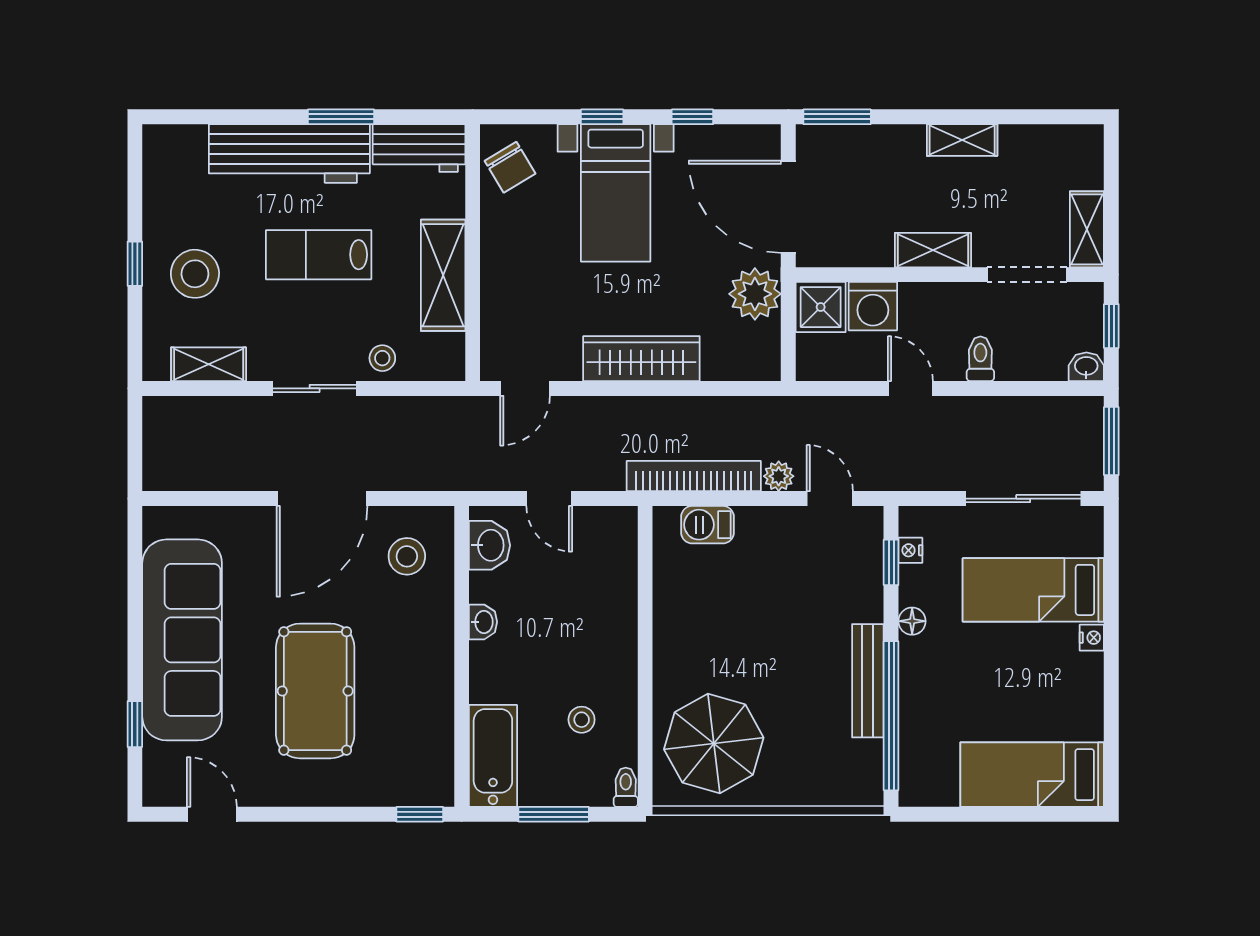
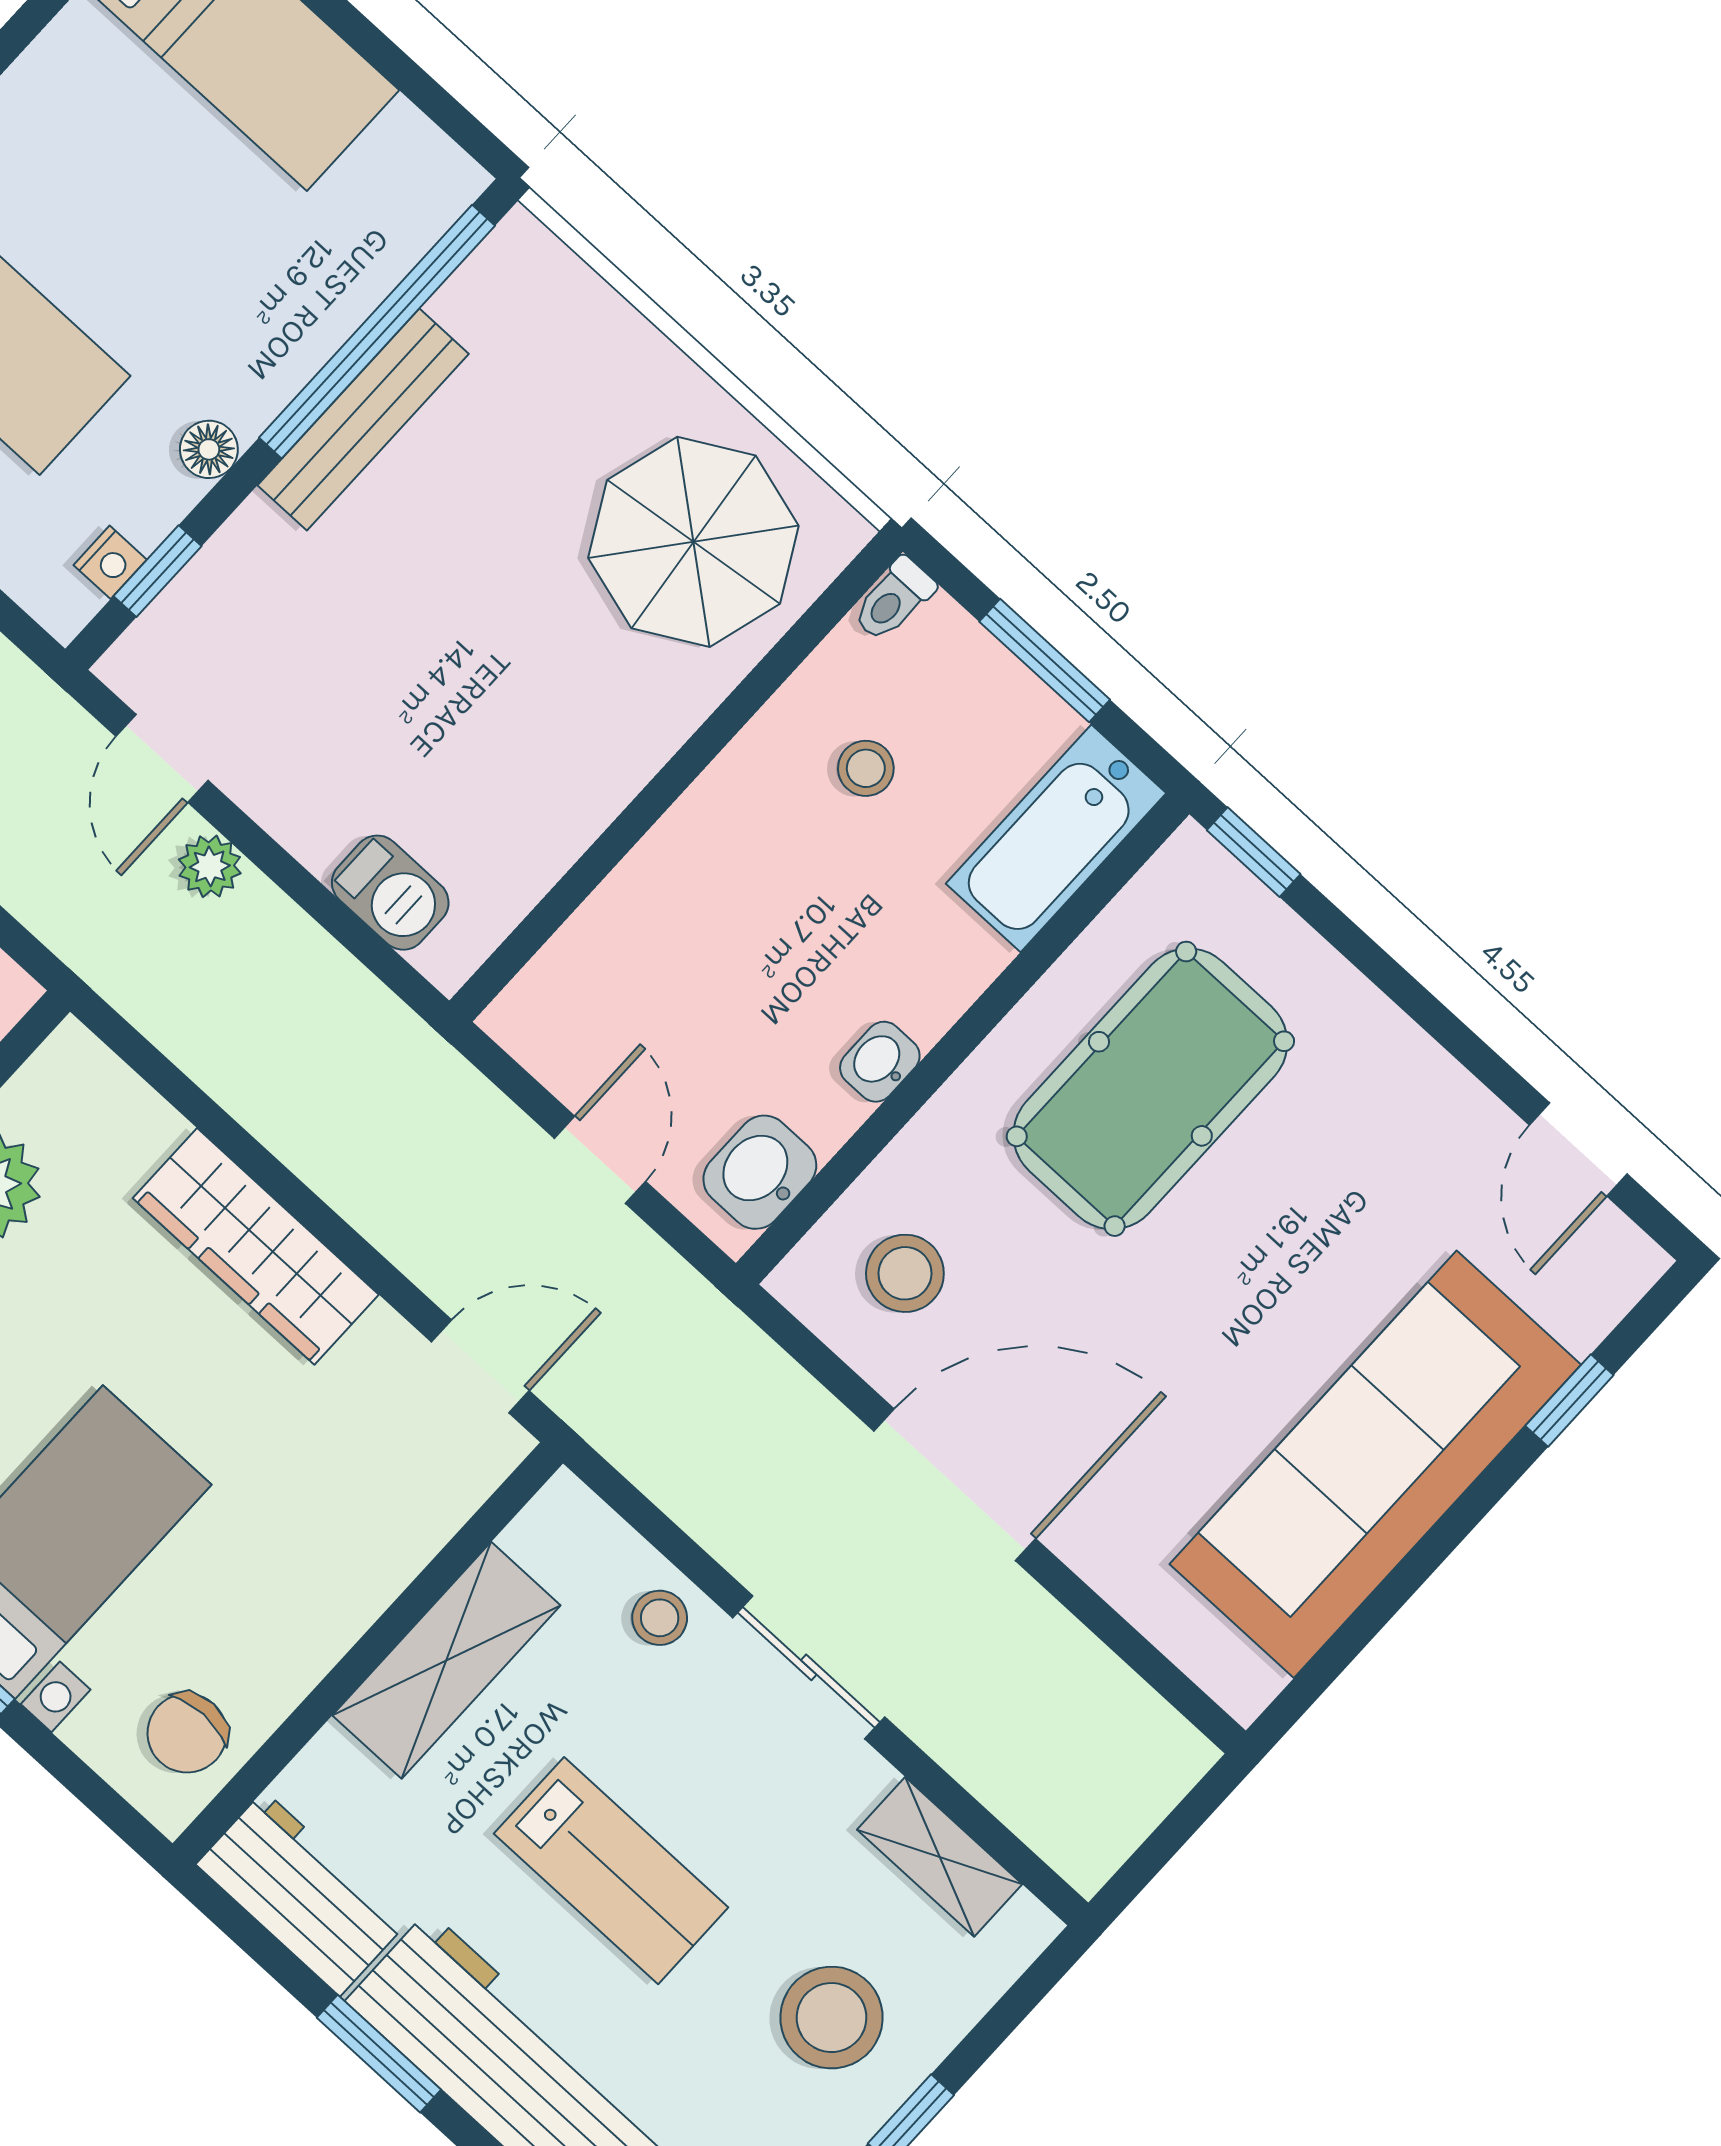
chair: (510, 167) -> (187, 1733), turned -149
bookcase: (694, 476) -> (342, 988), removed
pool table: (315, 691) -> (1150, 1089), moved

